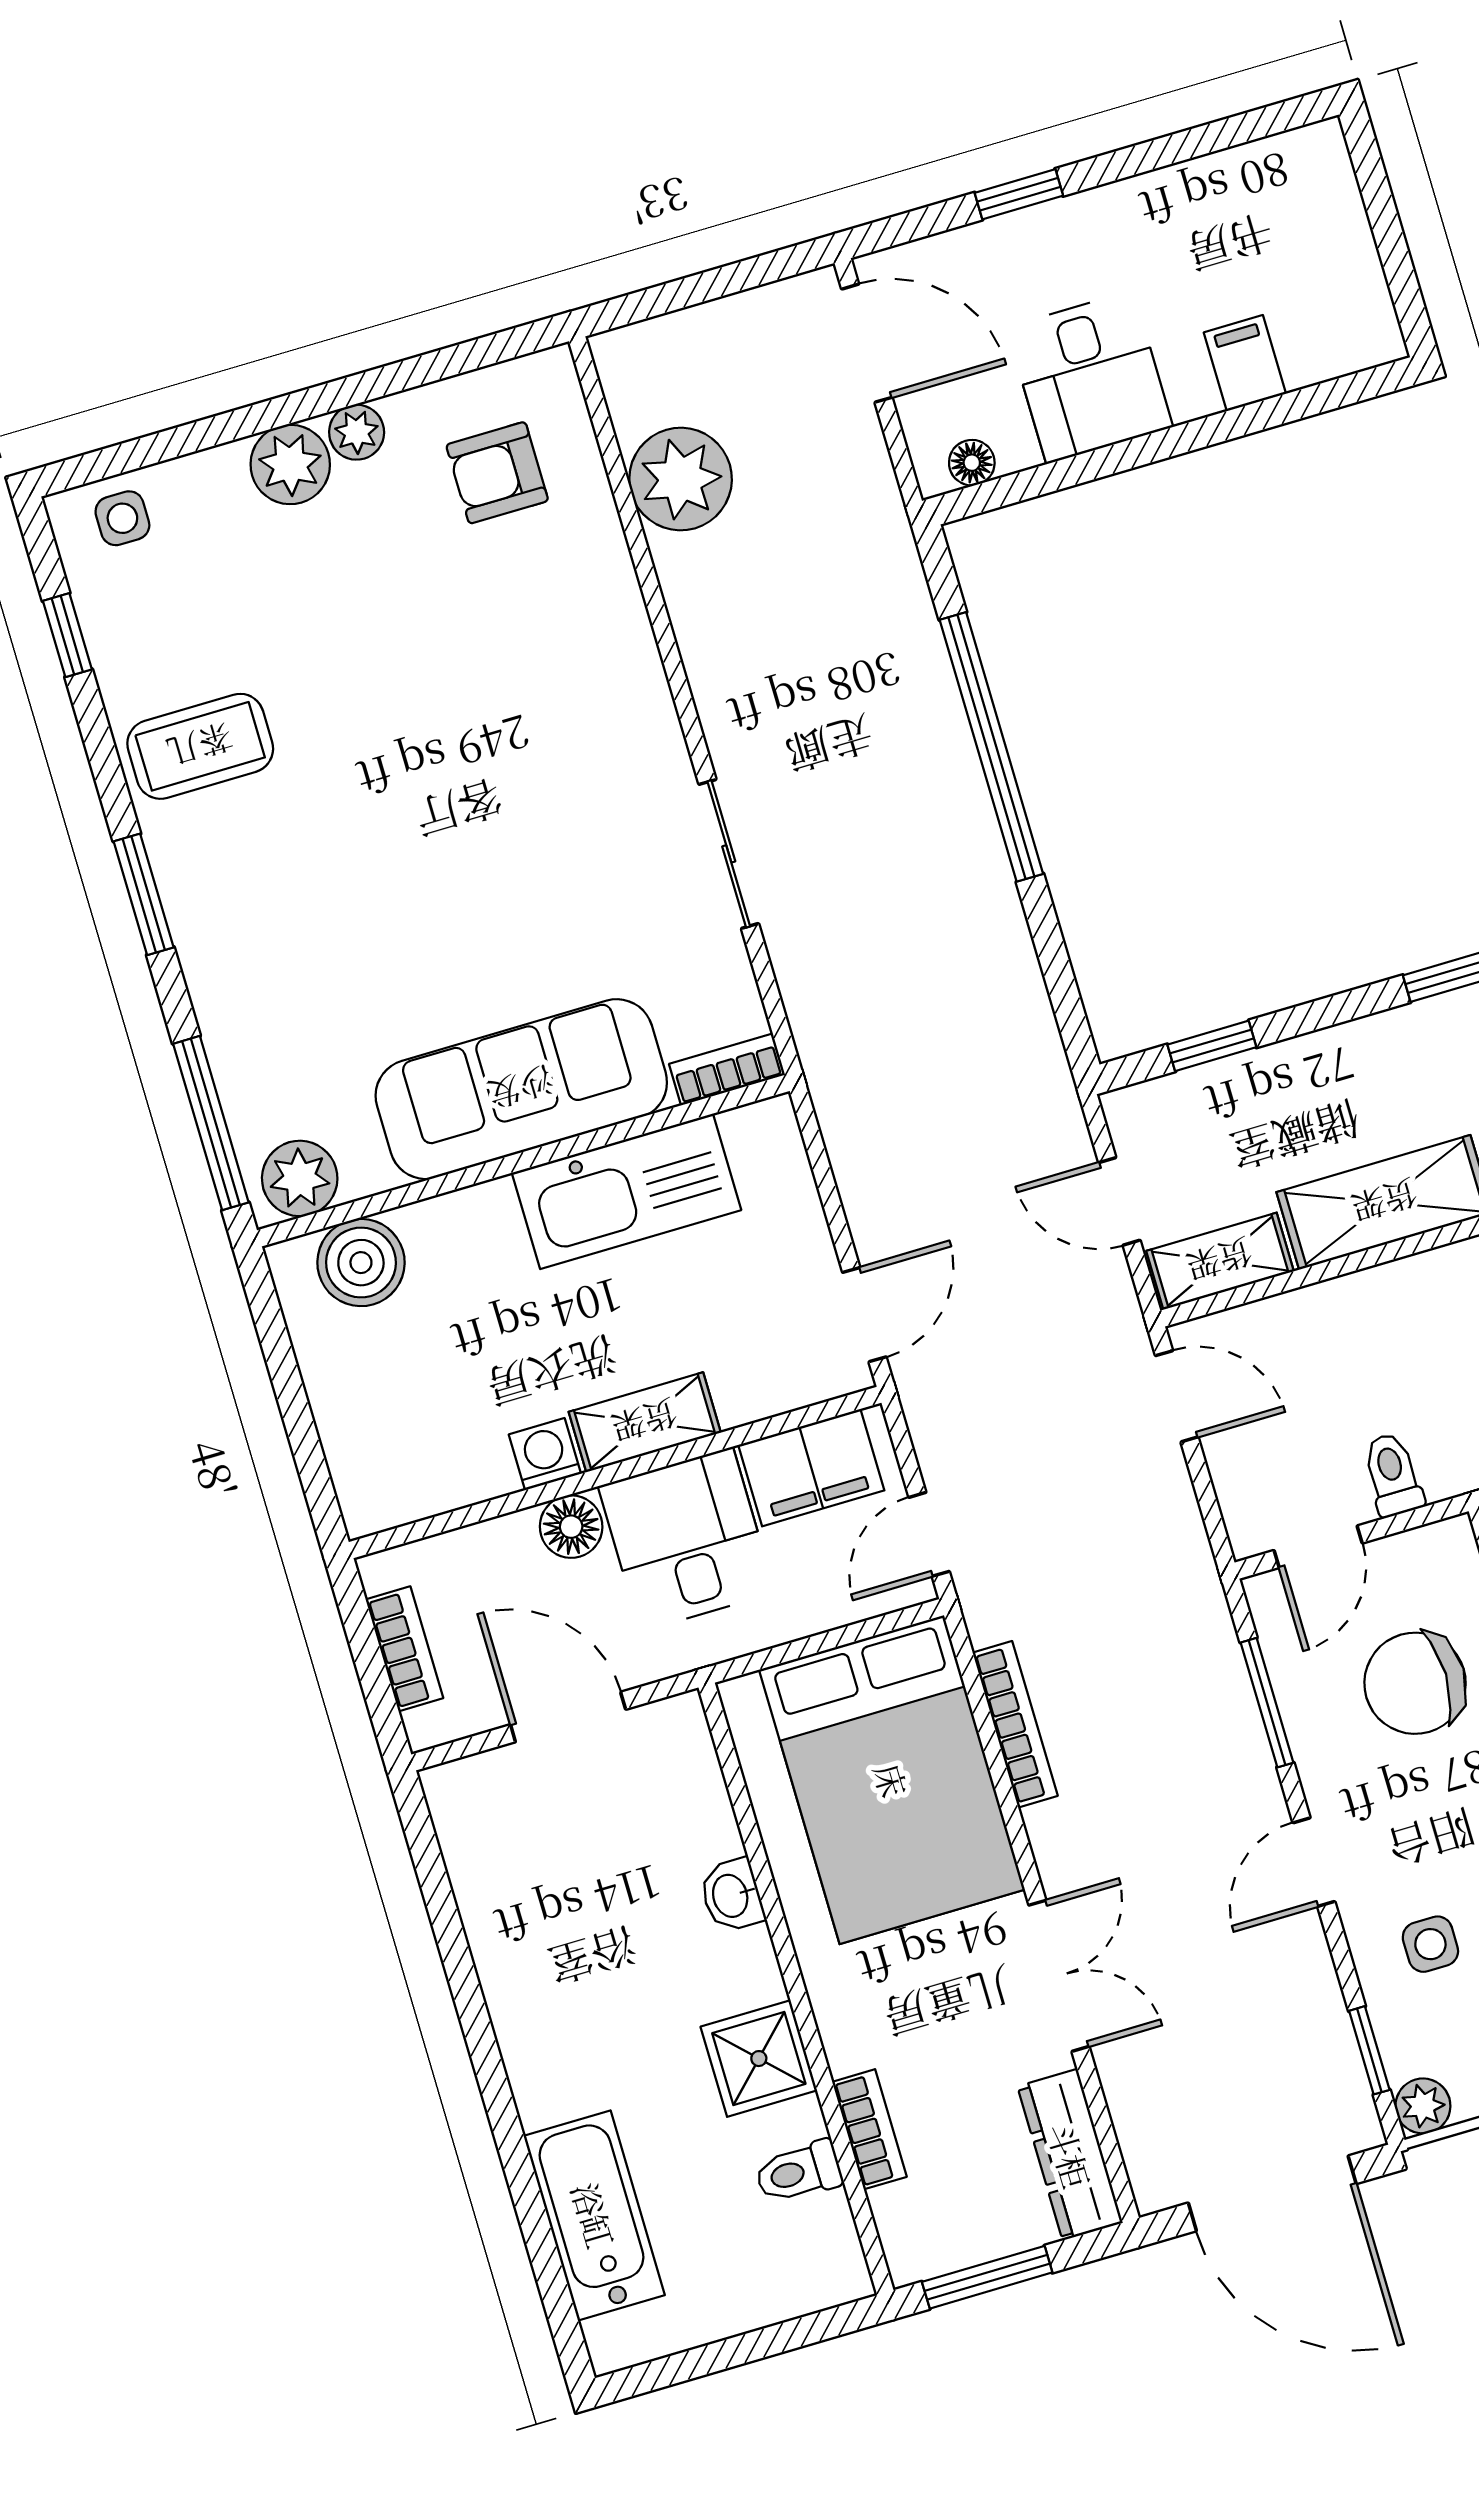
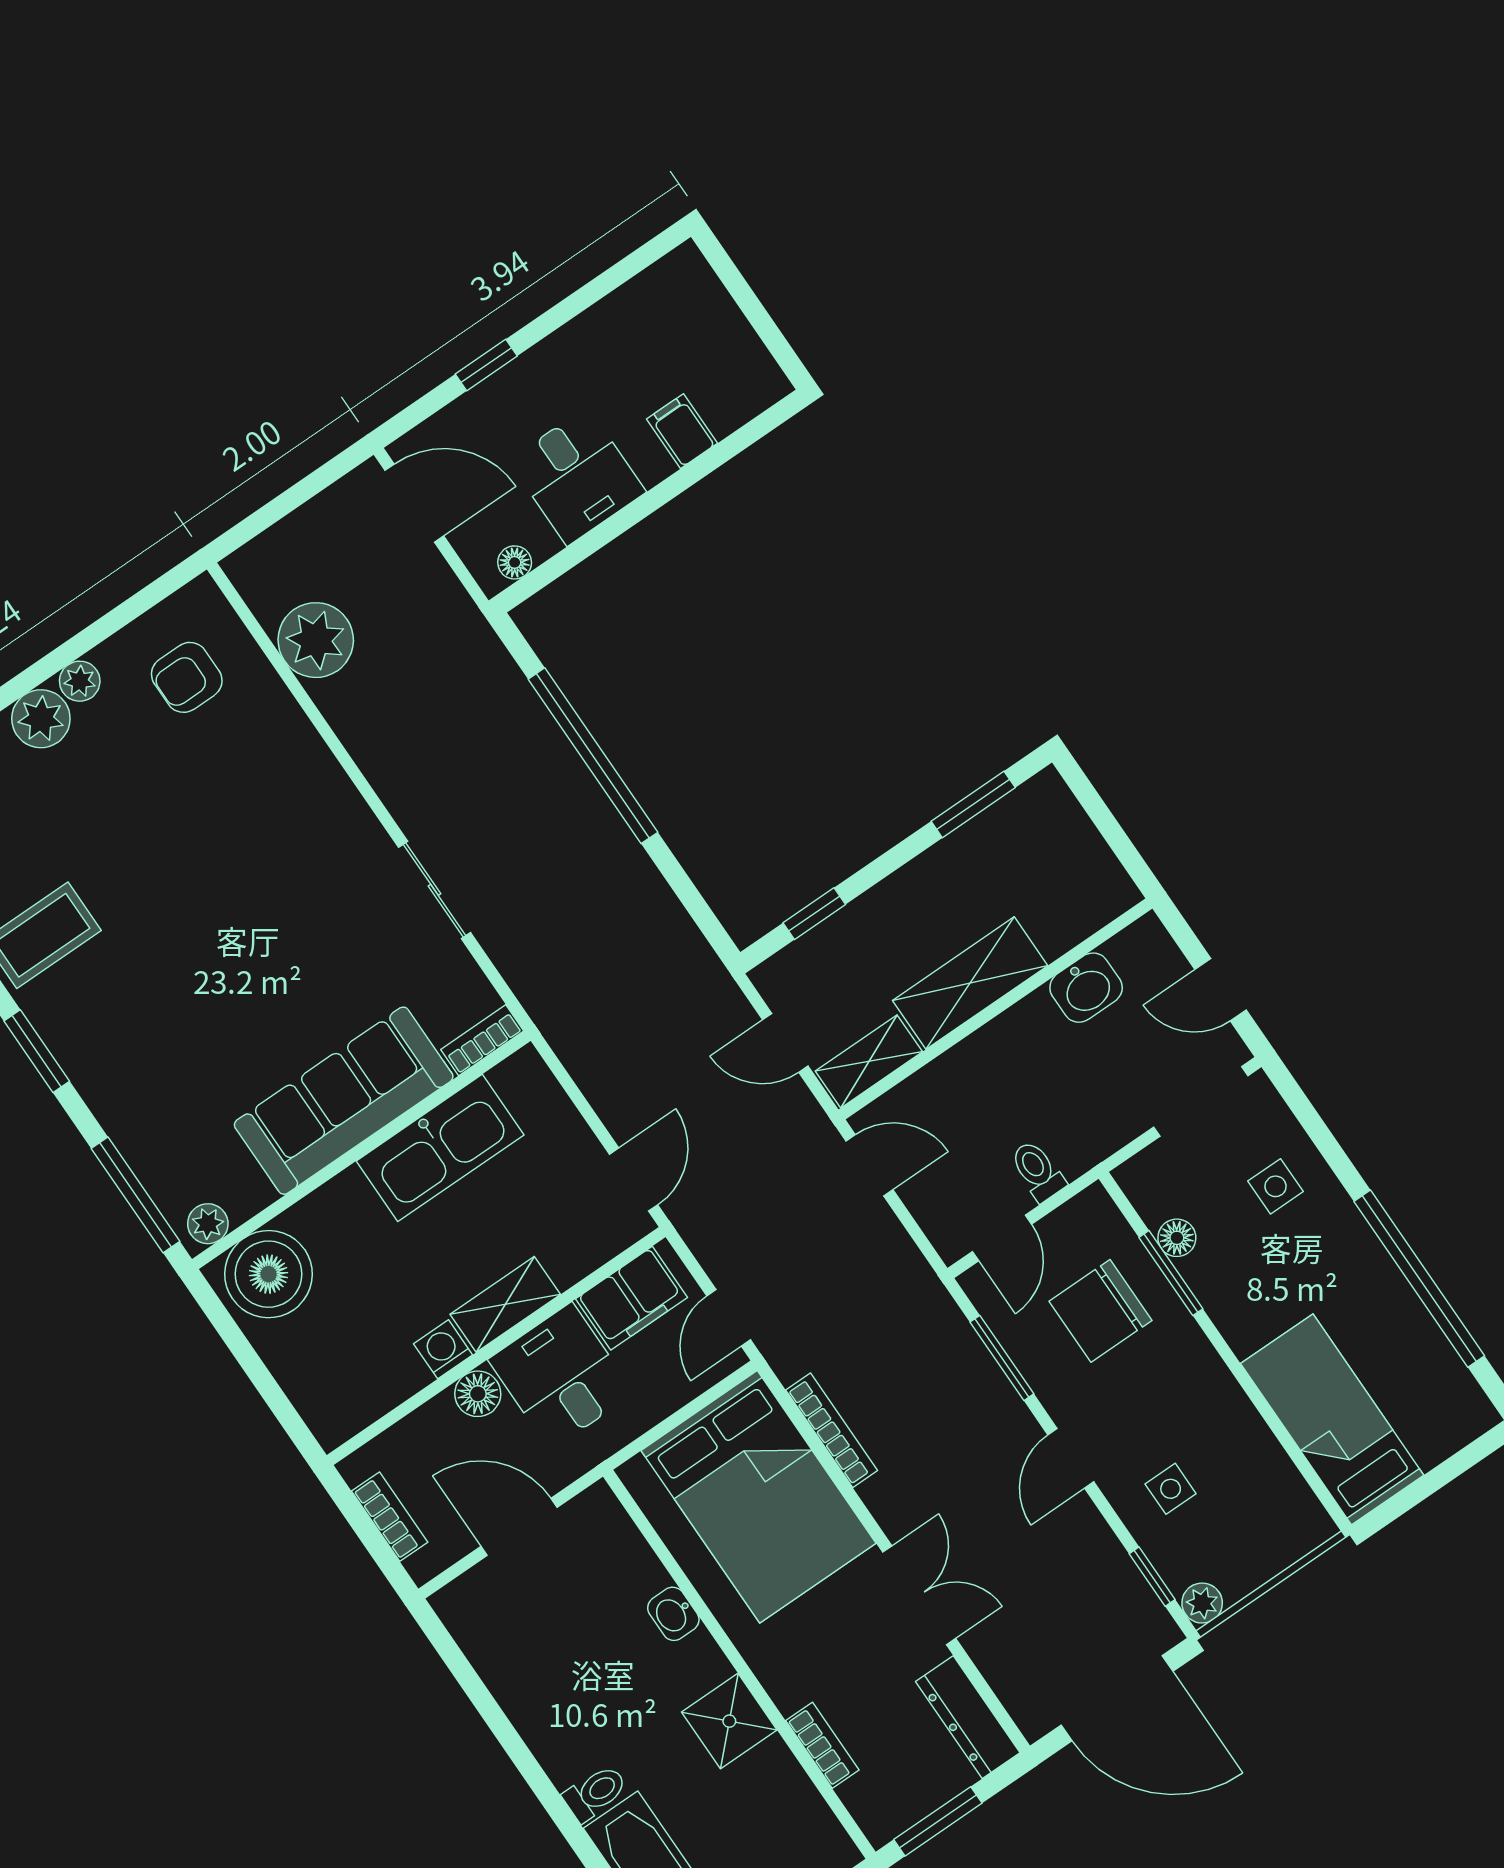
plant: (300, 1178) -> (208, 1224), width x0.73, depth x0.73
boiler: (361, 1263) -> (269, 1274), width x1.37, depth x1.37
toilet: (799, 2172) -> (595, 1793), moved, turned 180

